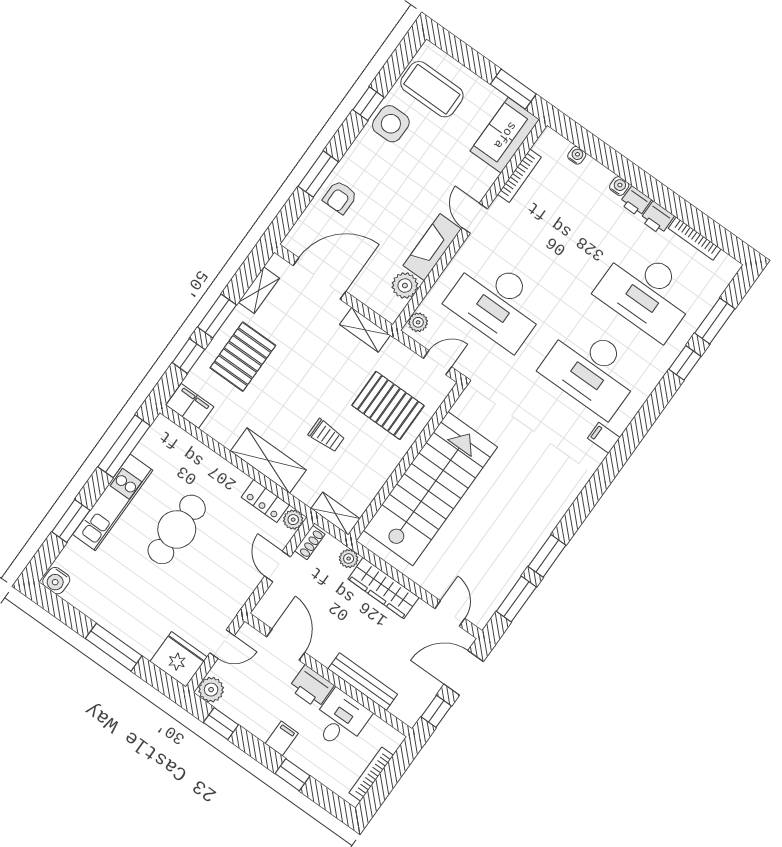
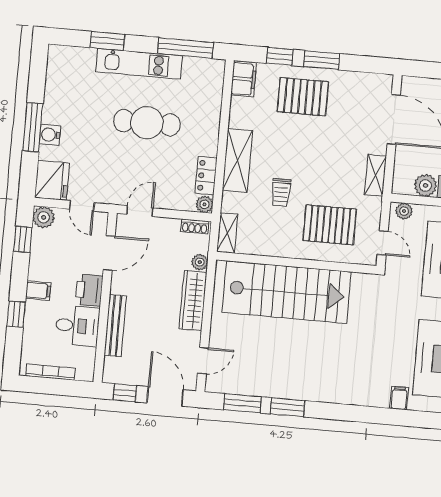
shelving: (259, 290) -> (359, 80), removed
pallet: (388, 405) -> (330, 225), turned 90
door: (278, 567) -> (140, 211), moved
water cooler: (56, 581) -> (50, 135), moved

